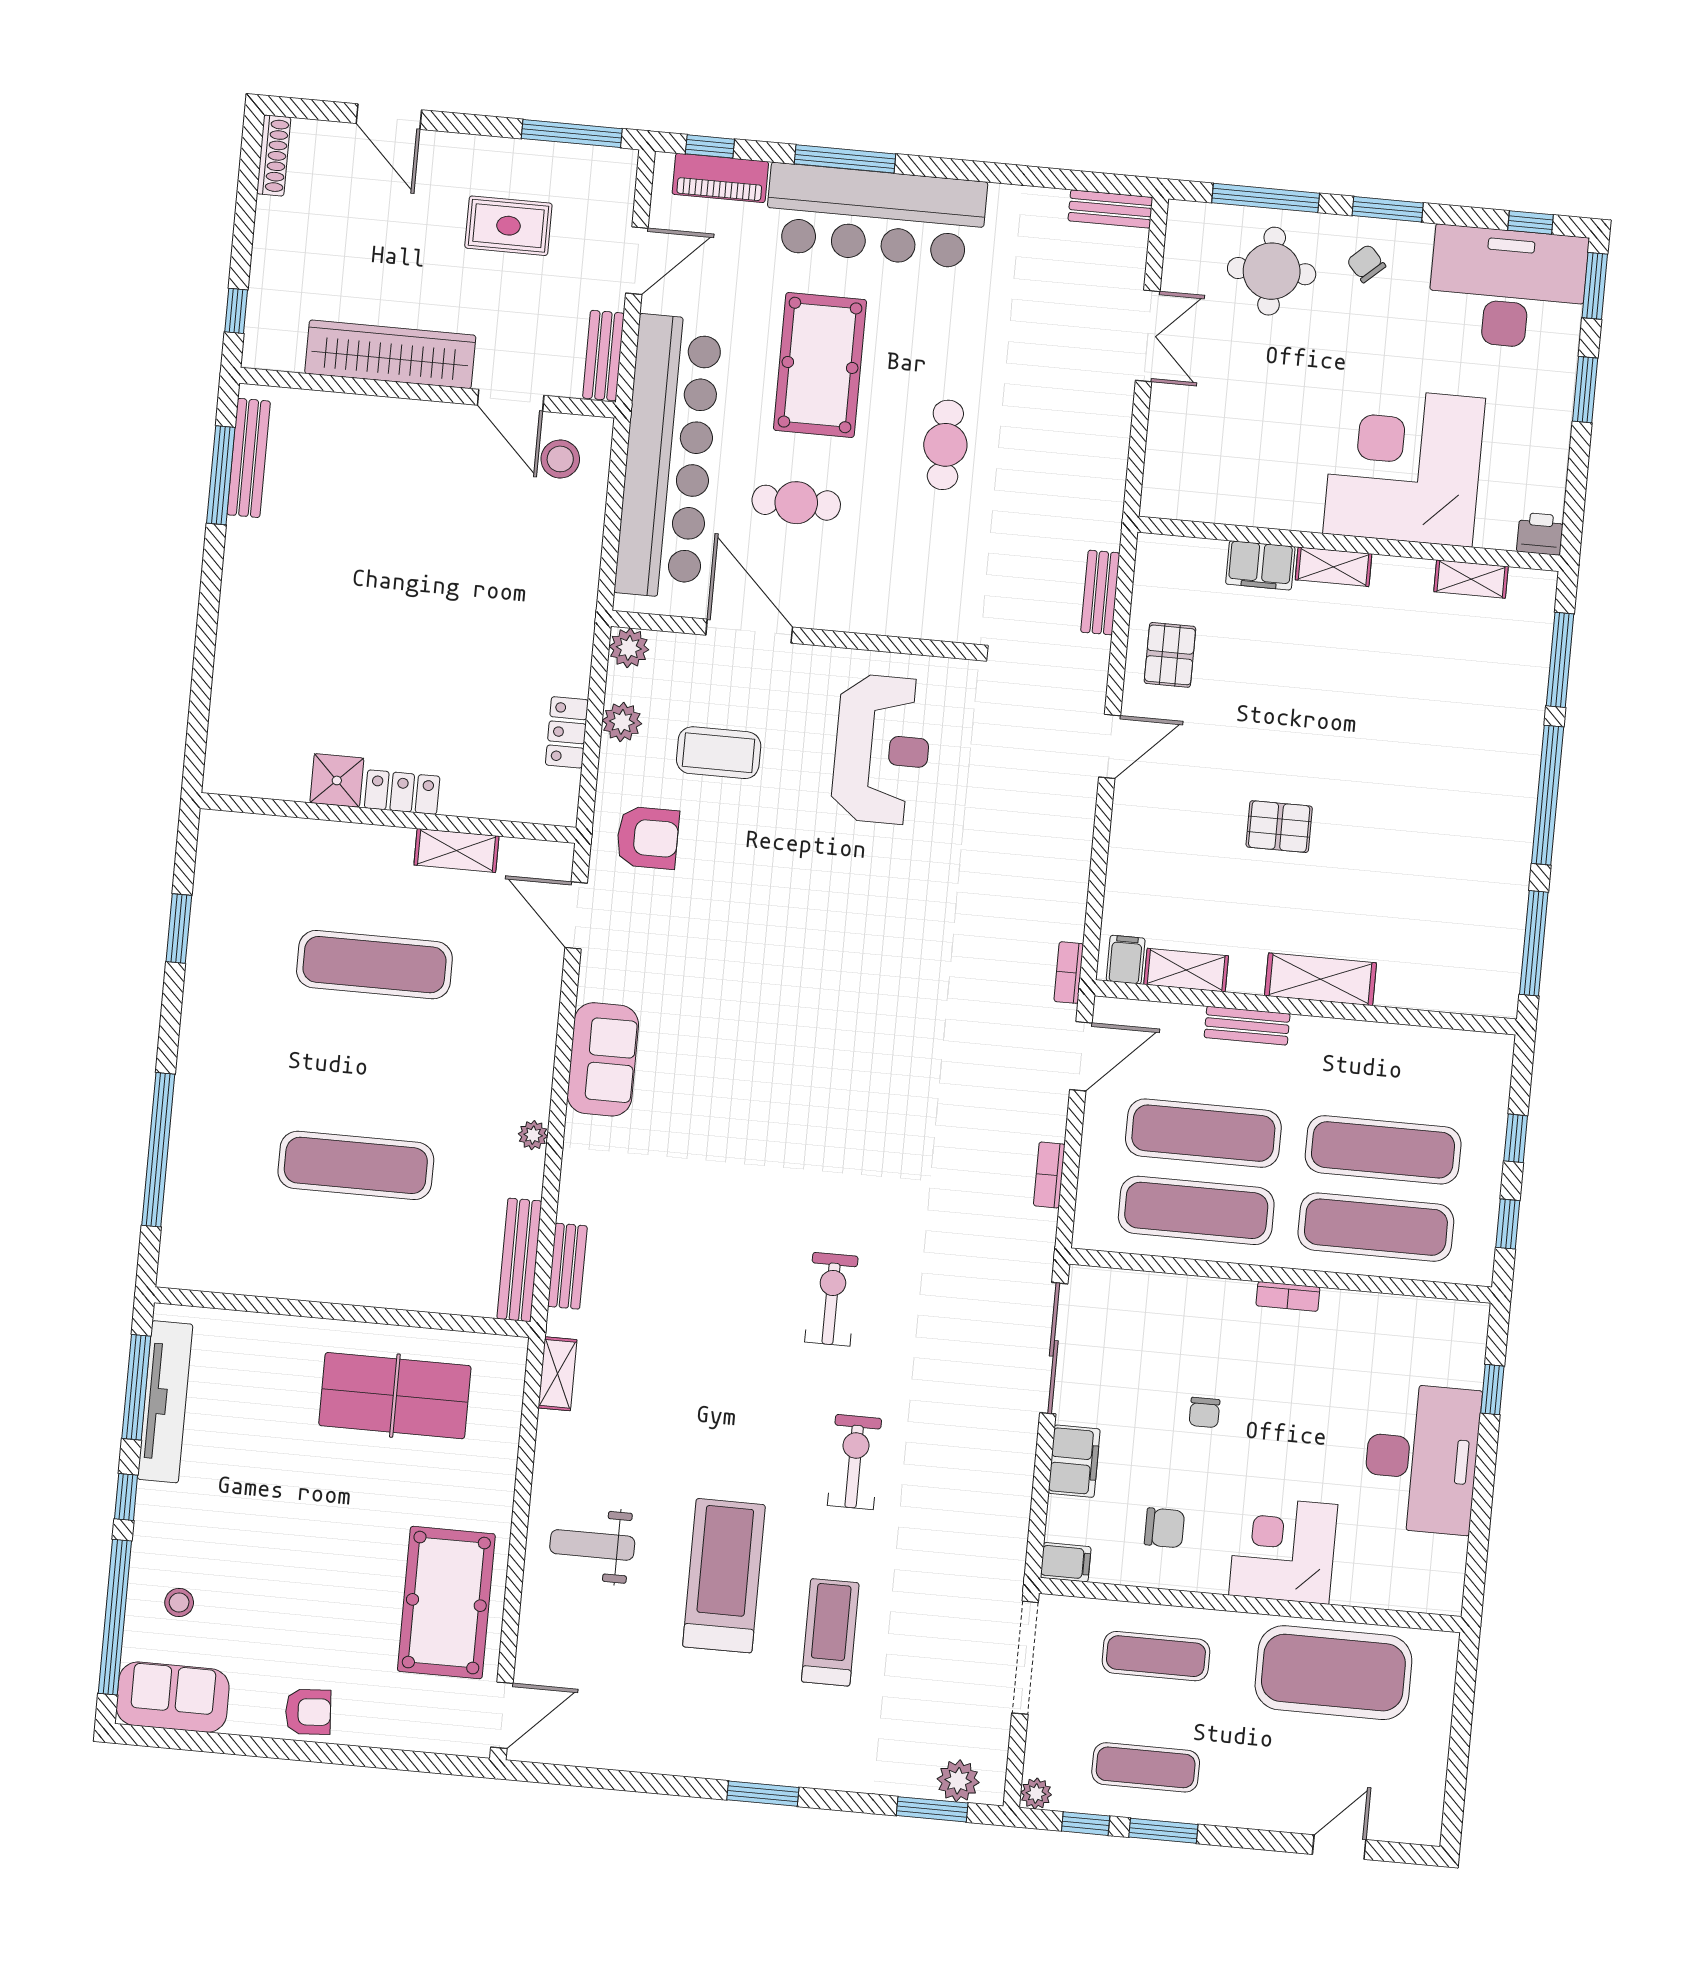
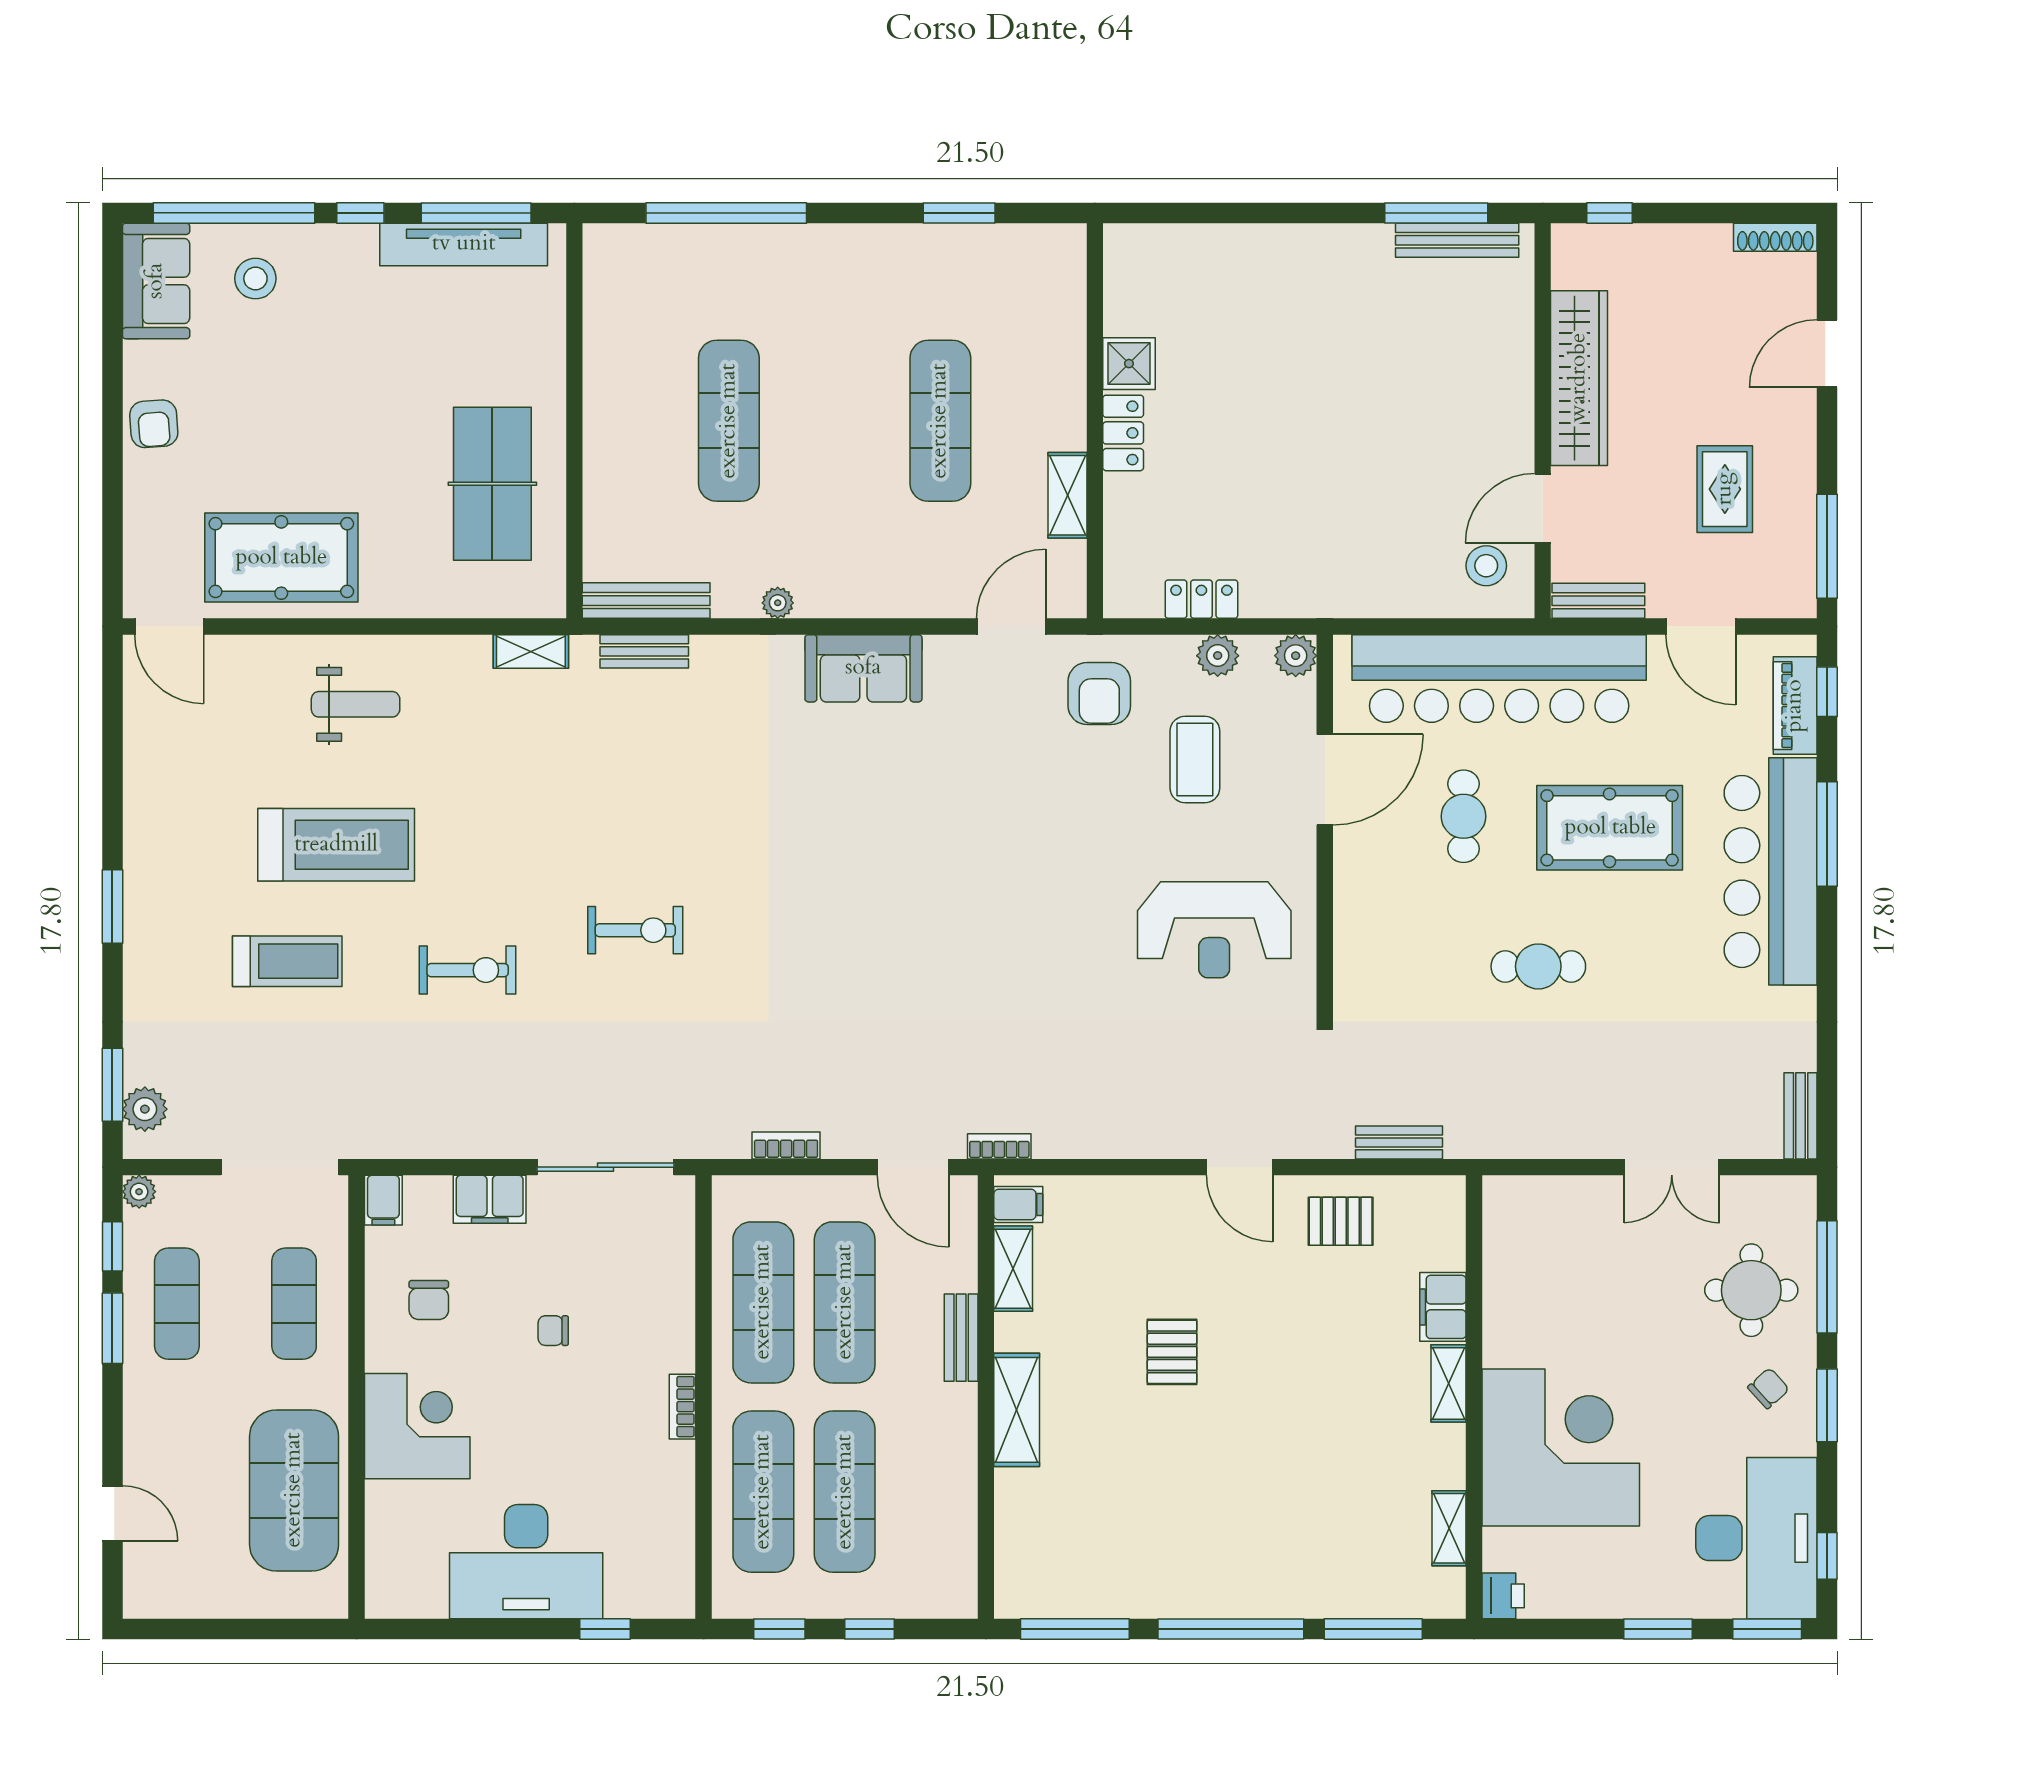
weight bench: (592, 1545) -> (356, 704), turned 90
stool: (179, 1602) -> (255, 279), width x1.37, depth x1.37

